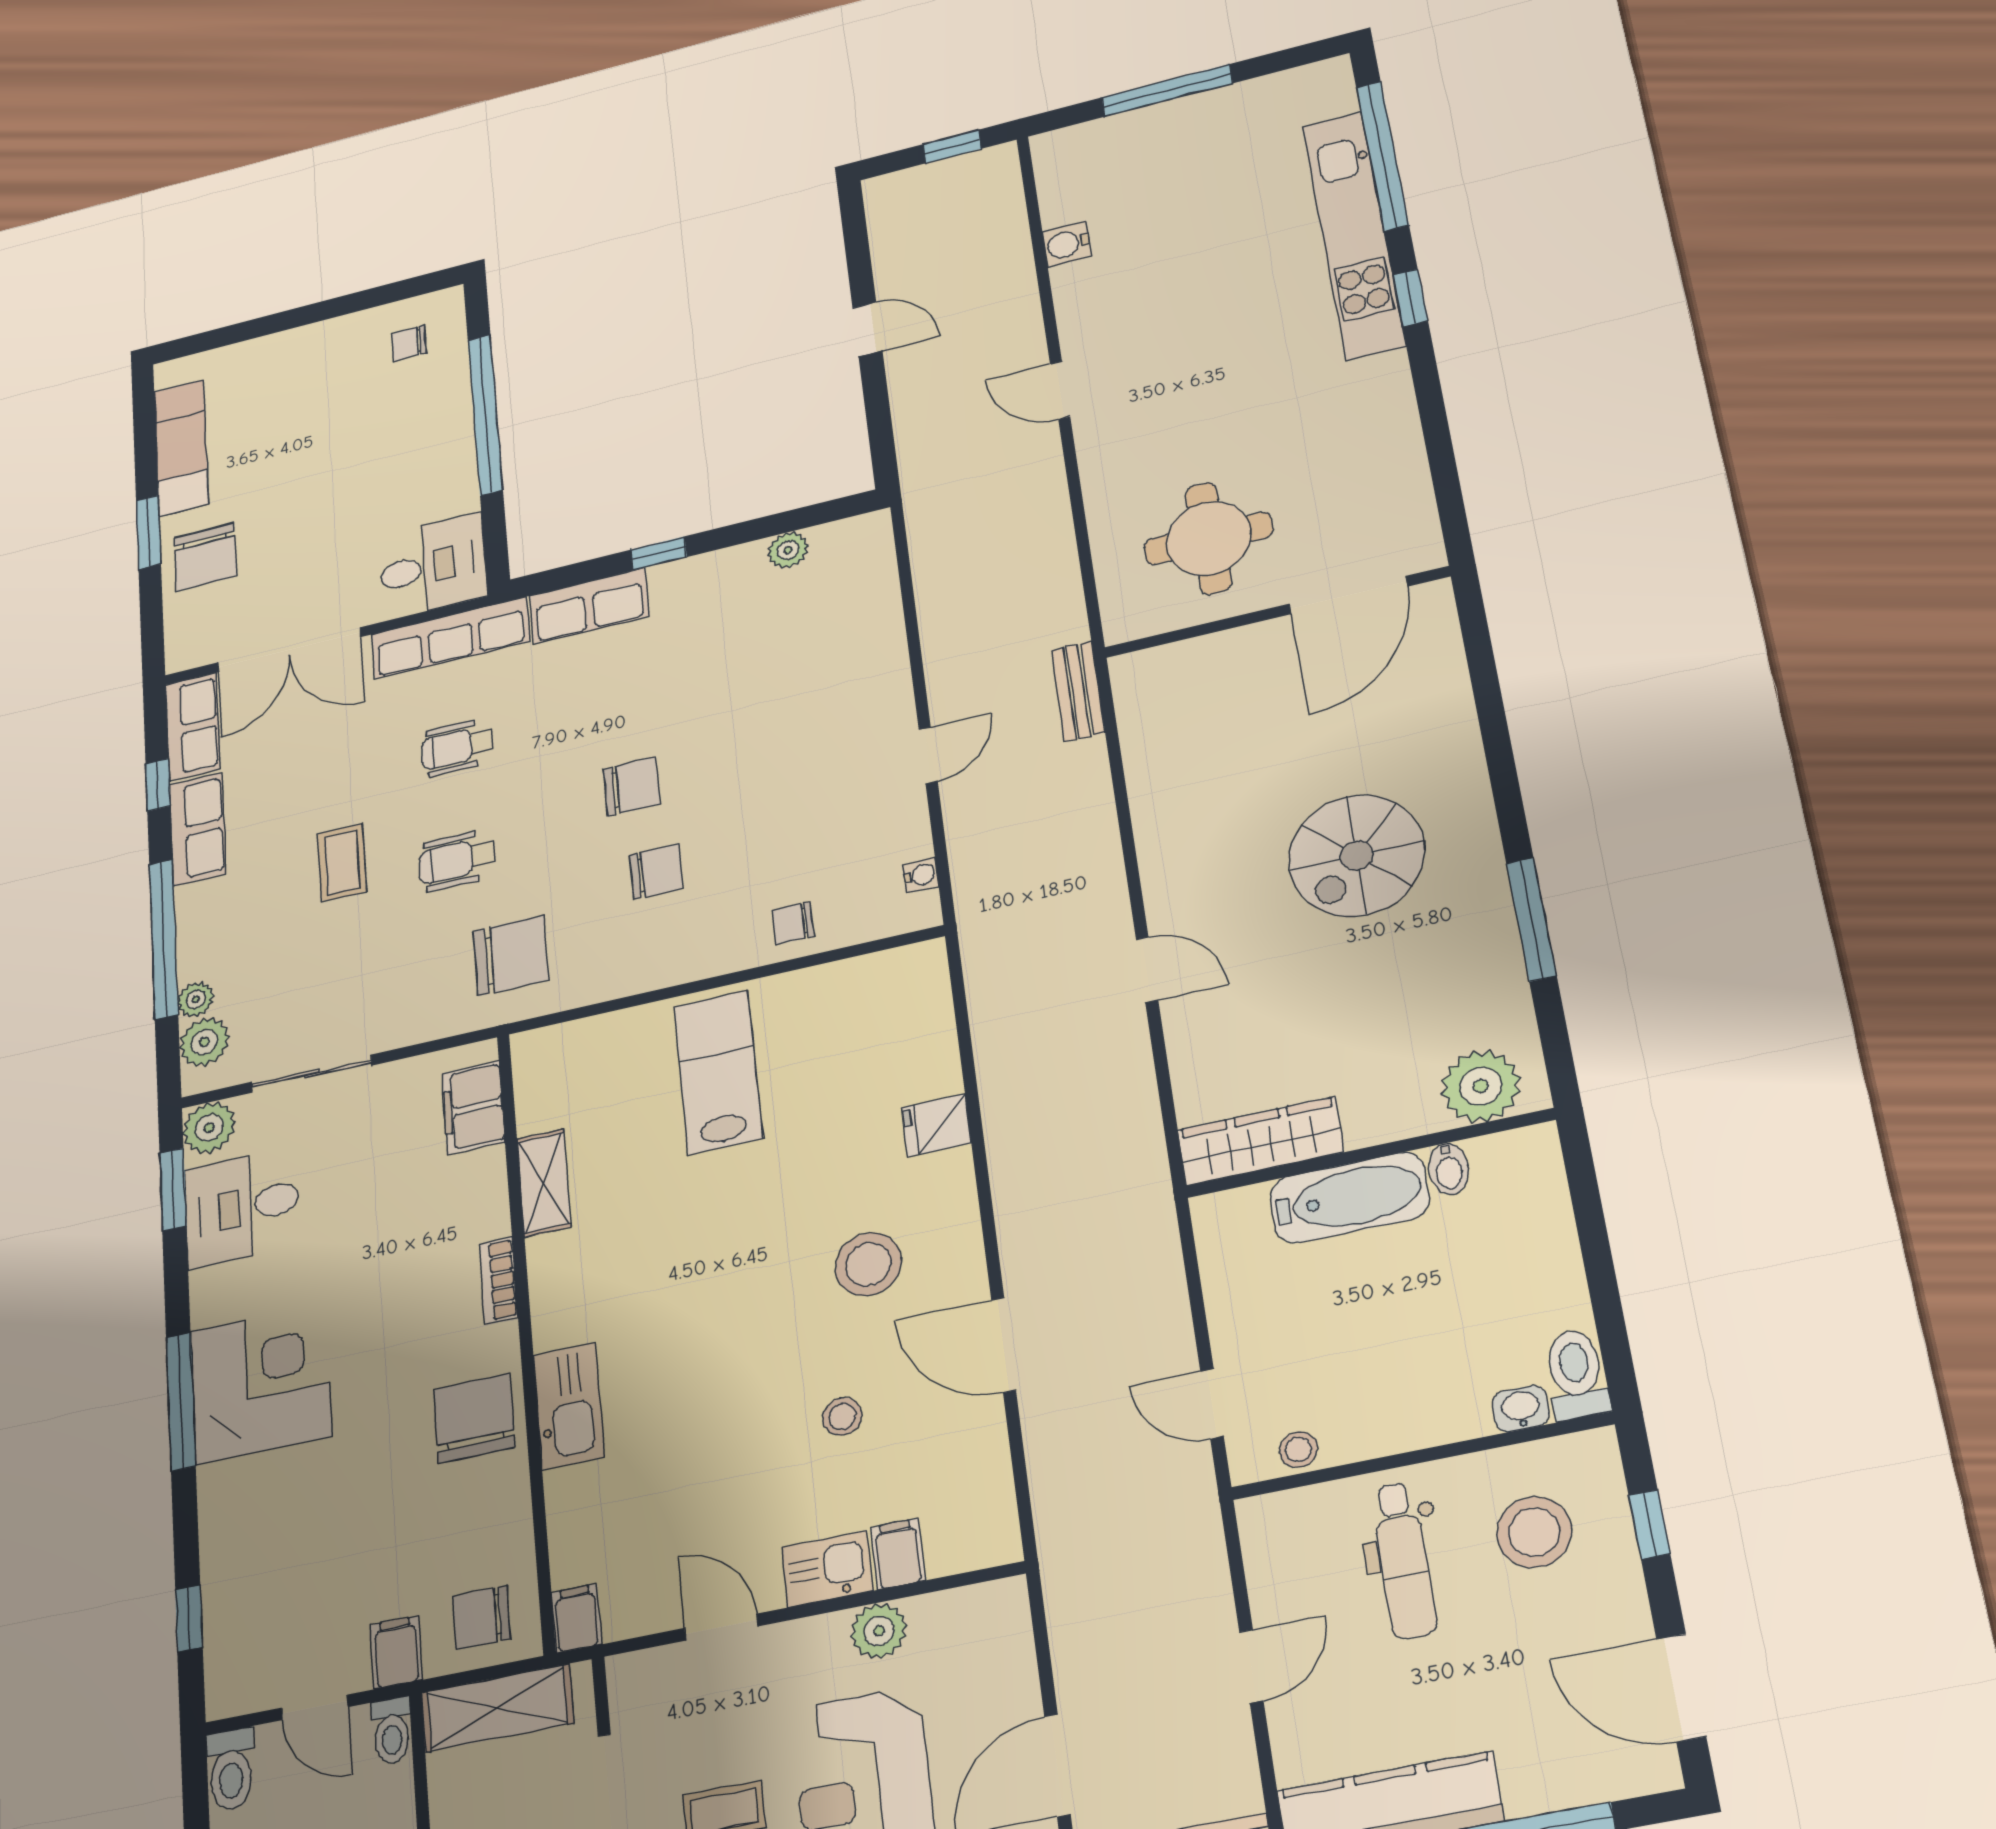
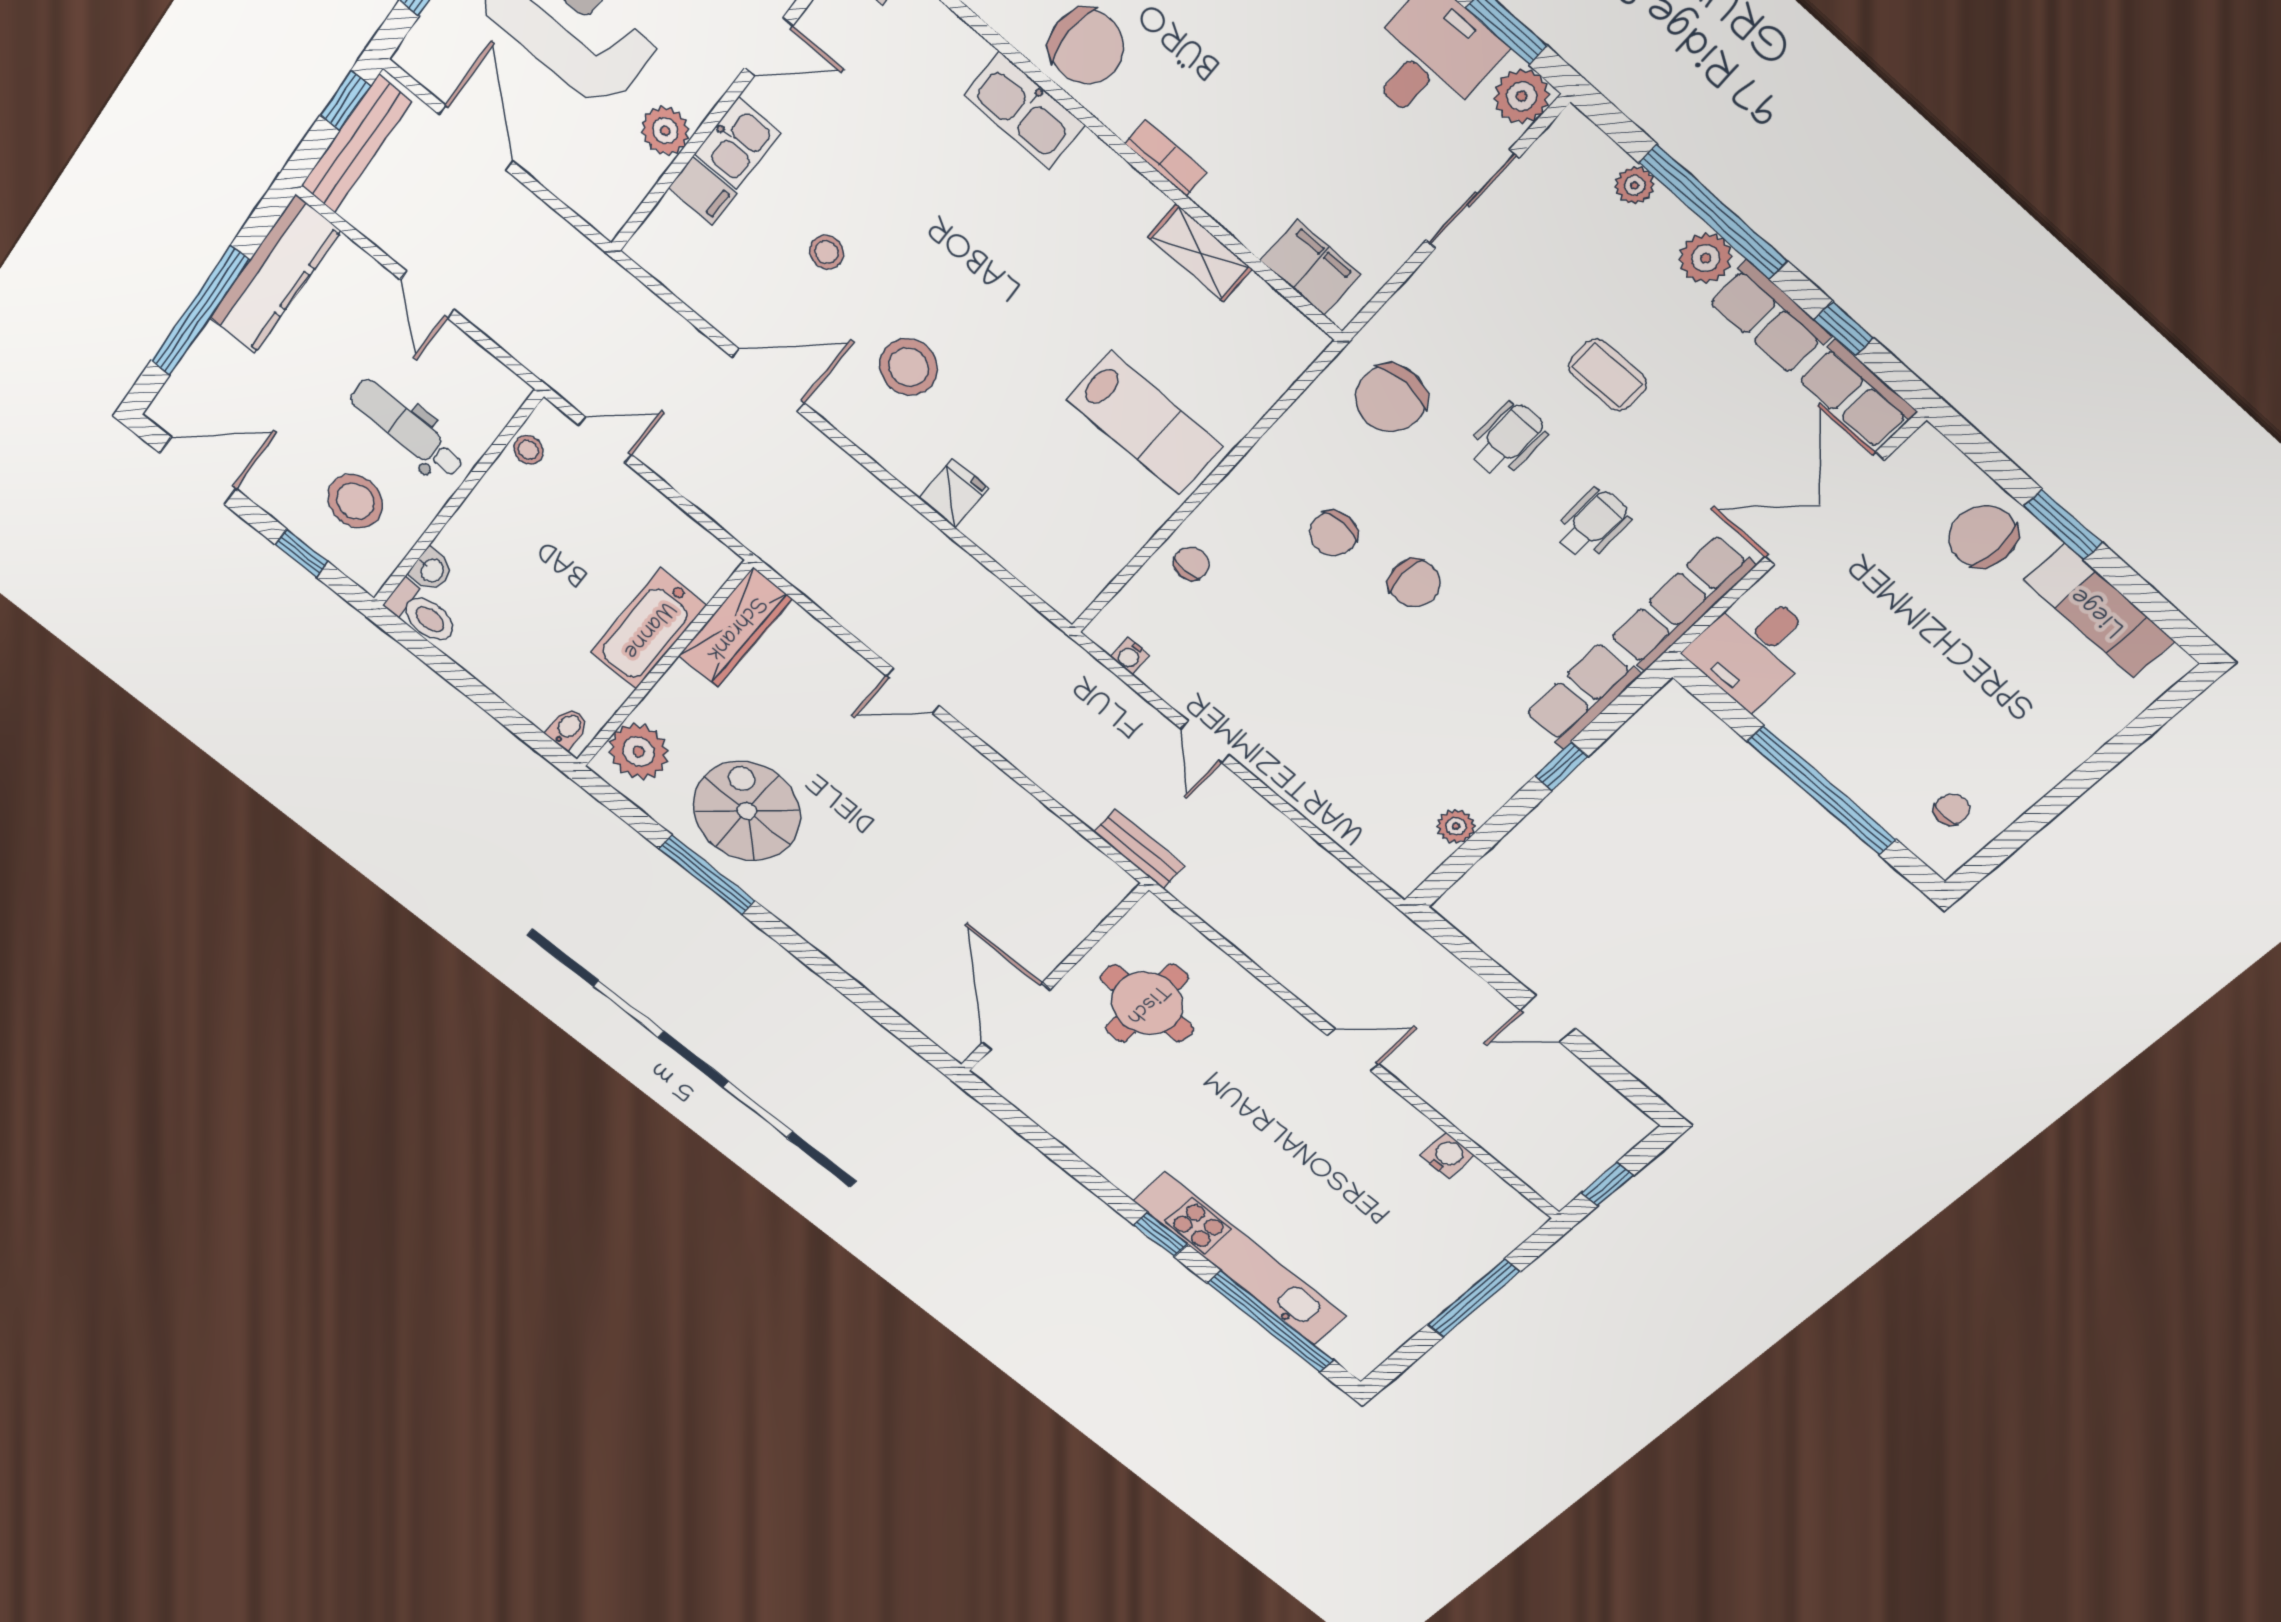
chair: (631, 787) -> (1414, 583), turned -90
spiral stairs: (1357, 855) -> (747, 811), moved
plant: (204, 1042) -> (1706, 258), moved
bidet: (1449, 1169) -> (568, 728), moved, turned 90

